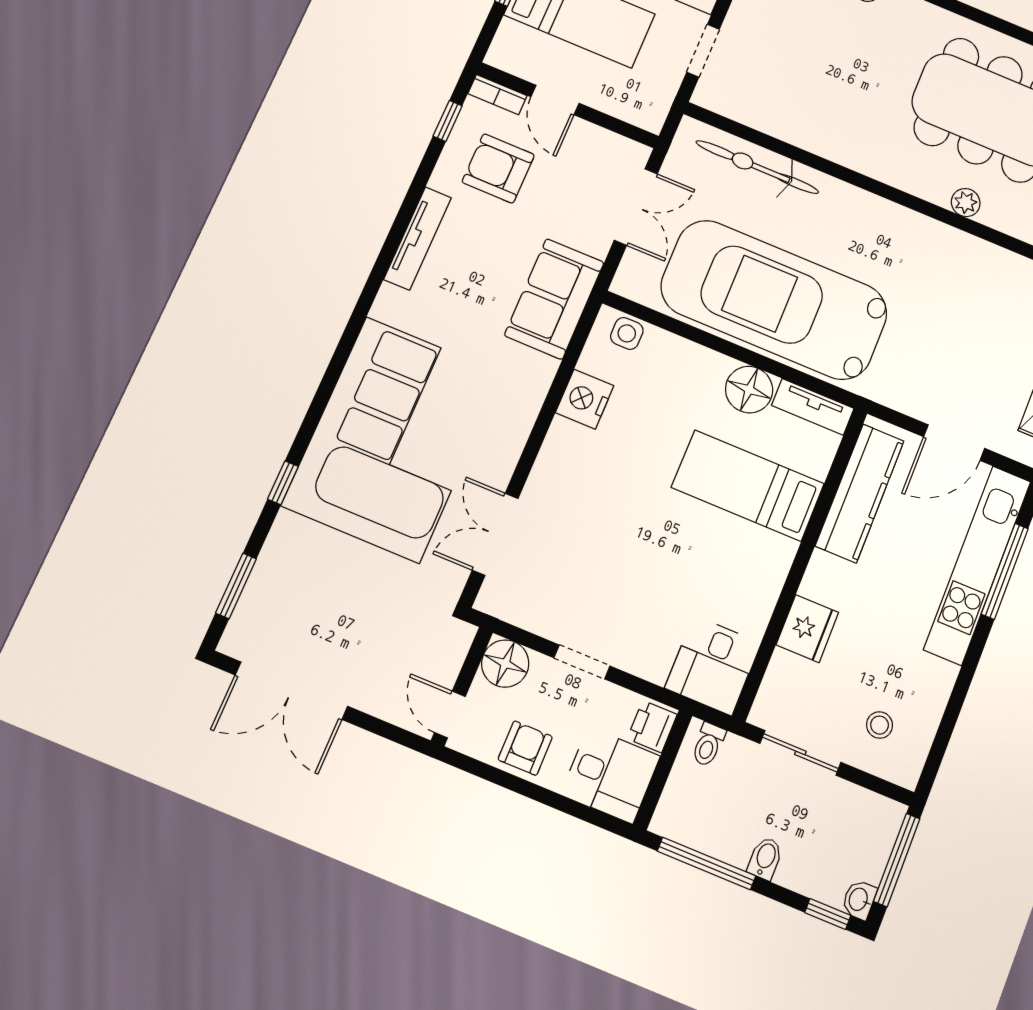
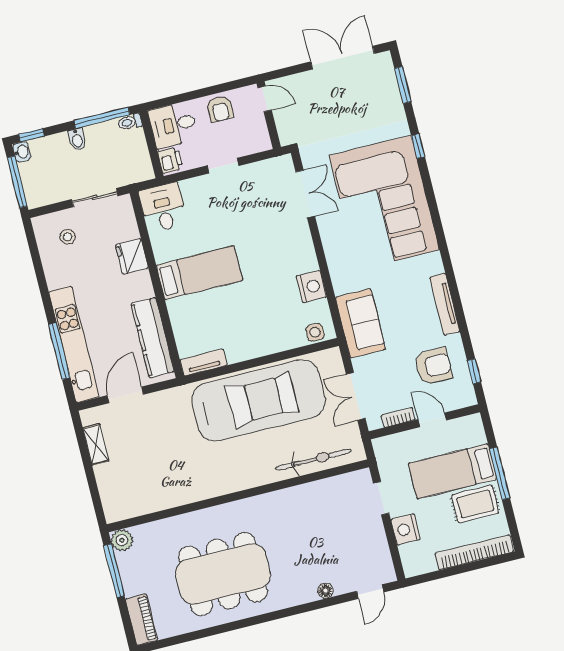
bookcase: (497, 95) -> (398, 417), moved
plant: (966, 203) -> (202, 518), removed
floor lamp: (749, 390) -> (239, 348), removed
bed: (748, 486) -> (199, 273), moved
floor lamp: (505, 664) -> (257, 139), removed
toilet: (708, 745) -> (130, 122), moved, turned -90

